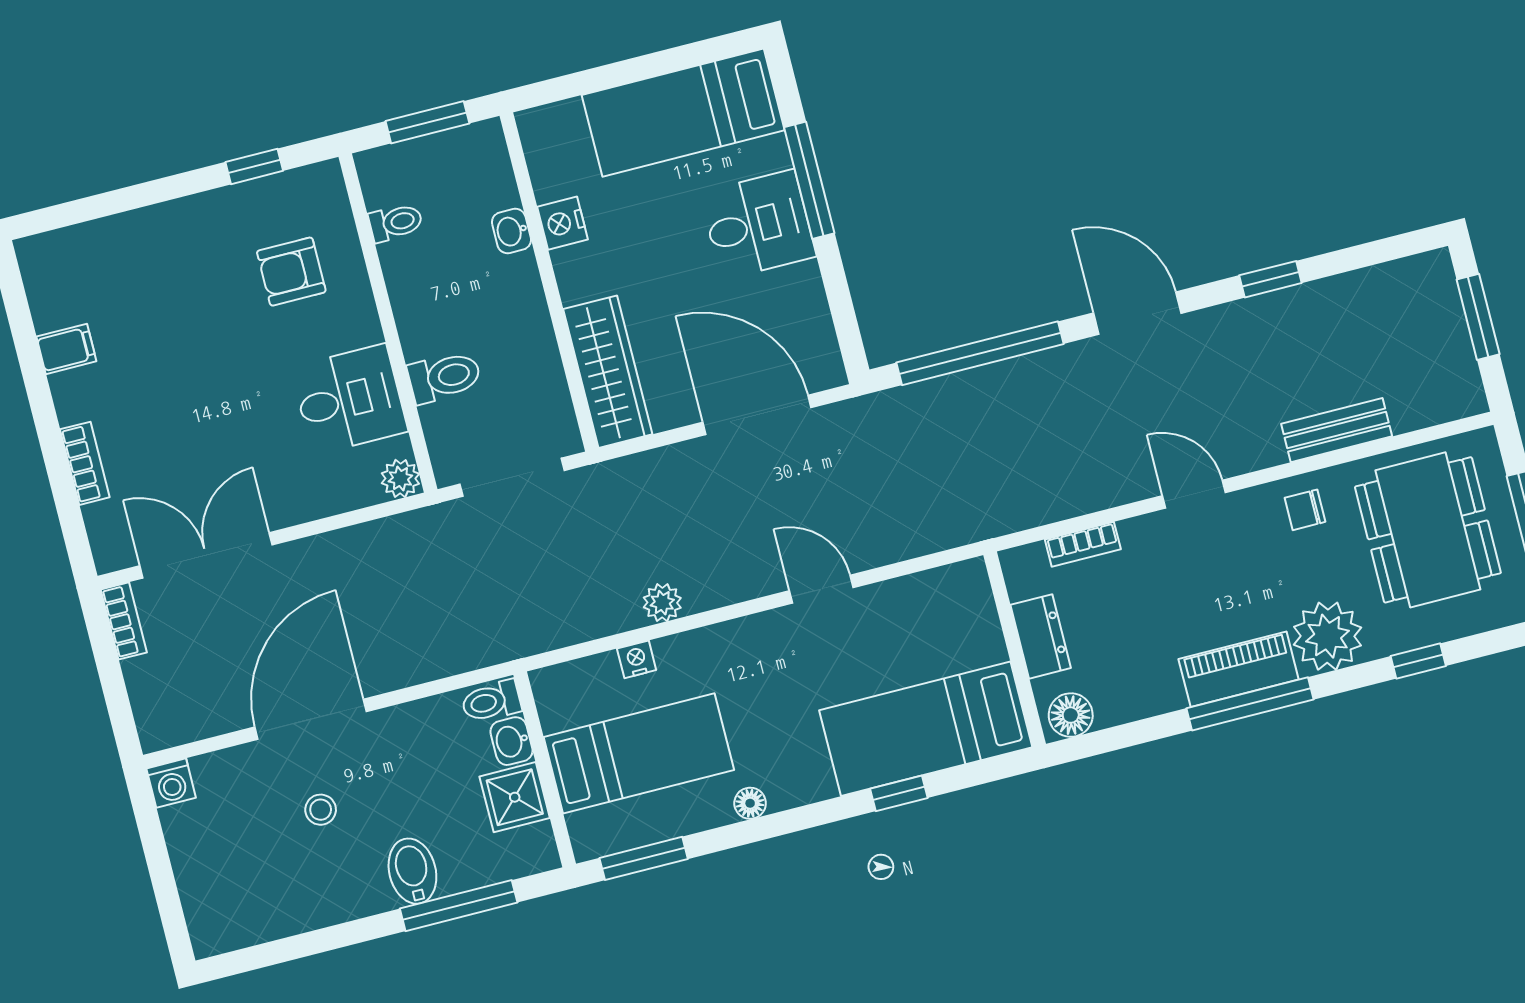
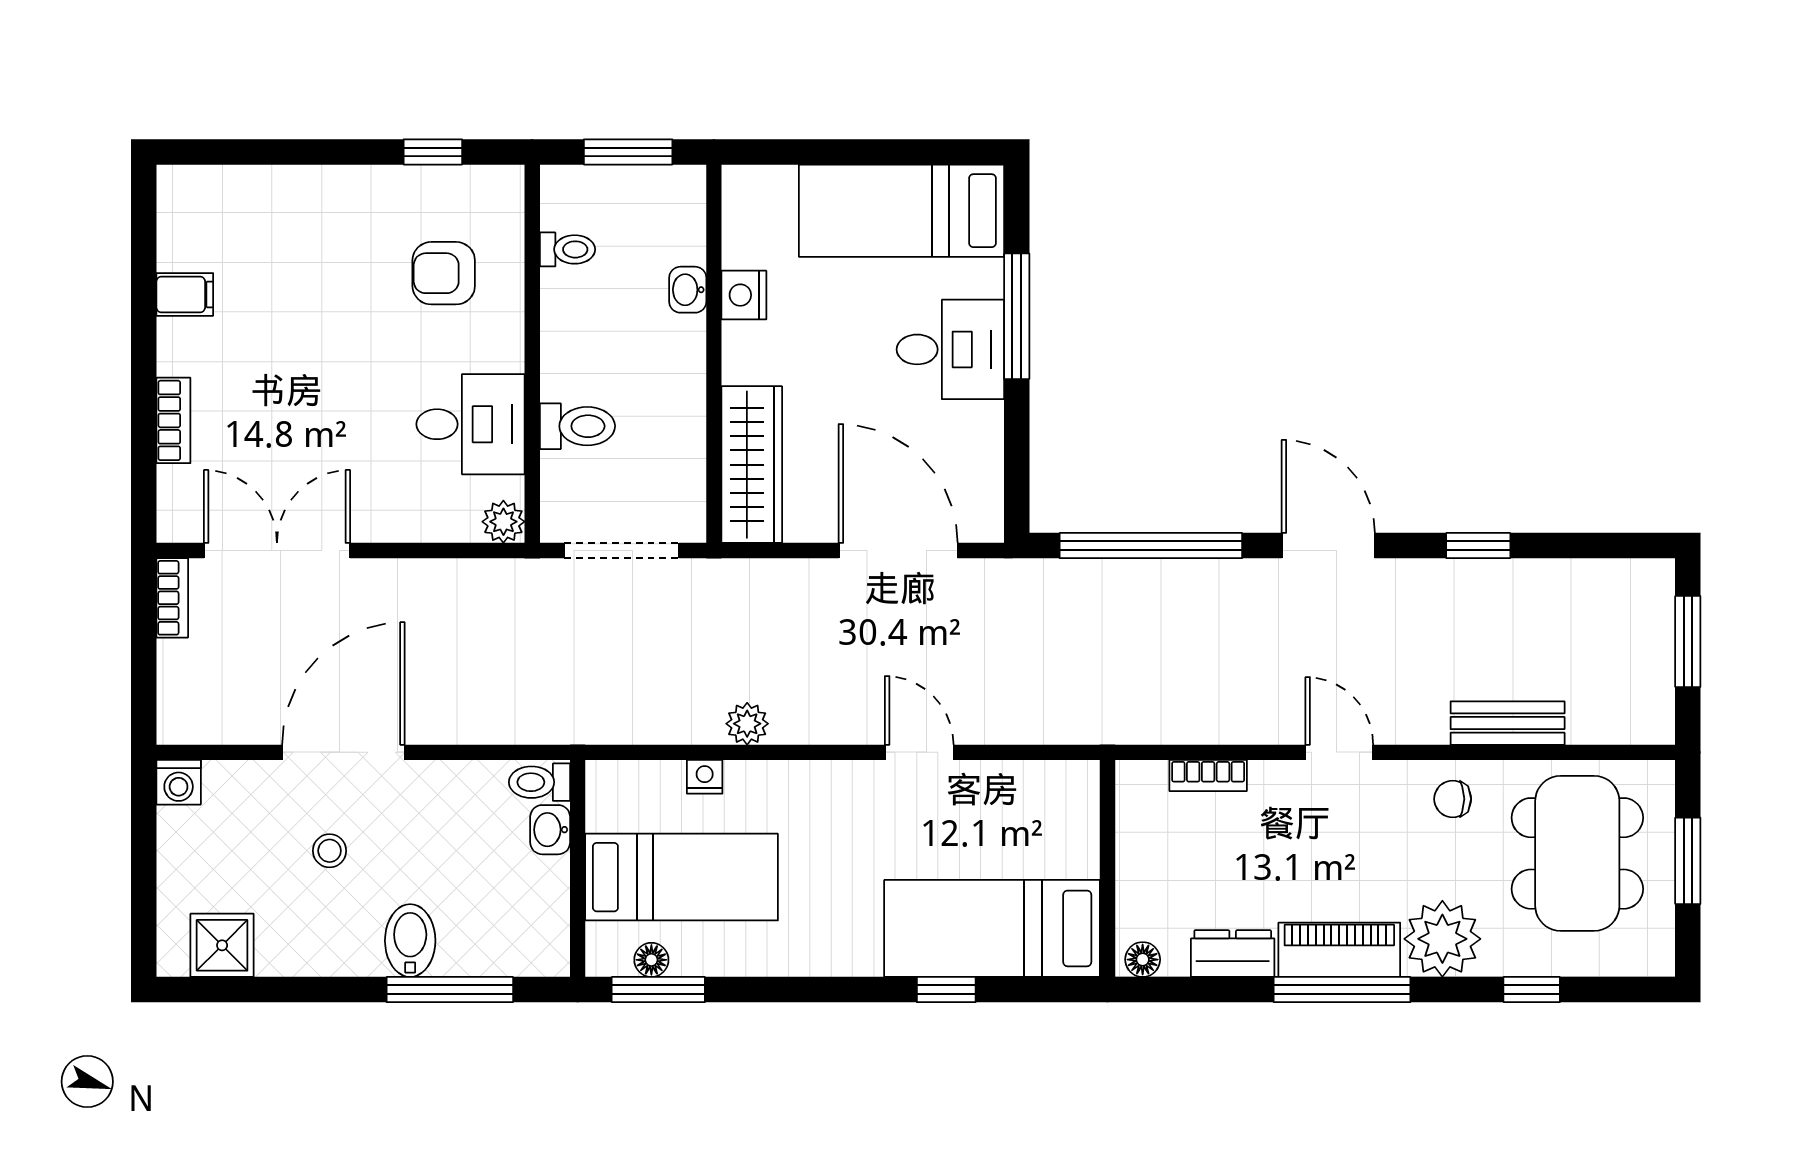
dresser: (1041, 636) -> (1233, 953), moved, turned -90
floor lamp: (1071, 715) -> (1143, 960), width x0.73, depth x0.73
shower: (515, 797) -> (222, 945), moved
floor lamp: (750, 803) -> (651, 960), moved

